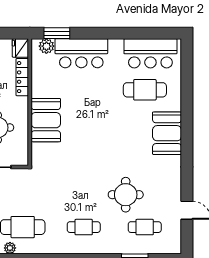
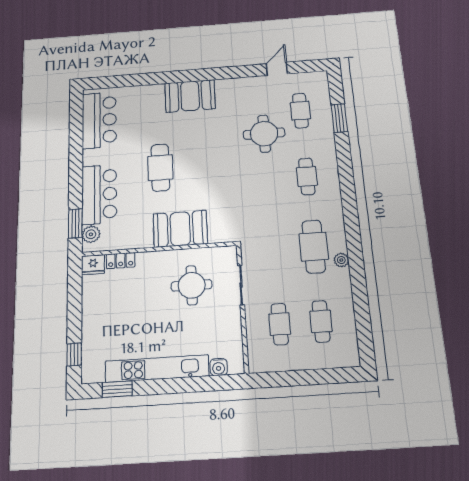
locker: (22, 77) -> (121, 261), width x0.66
cafe table: (145, 90) -> (160, 167), moved

